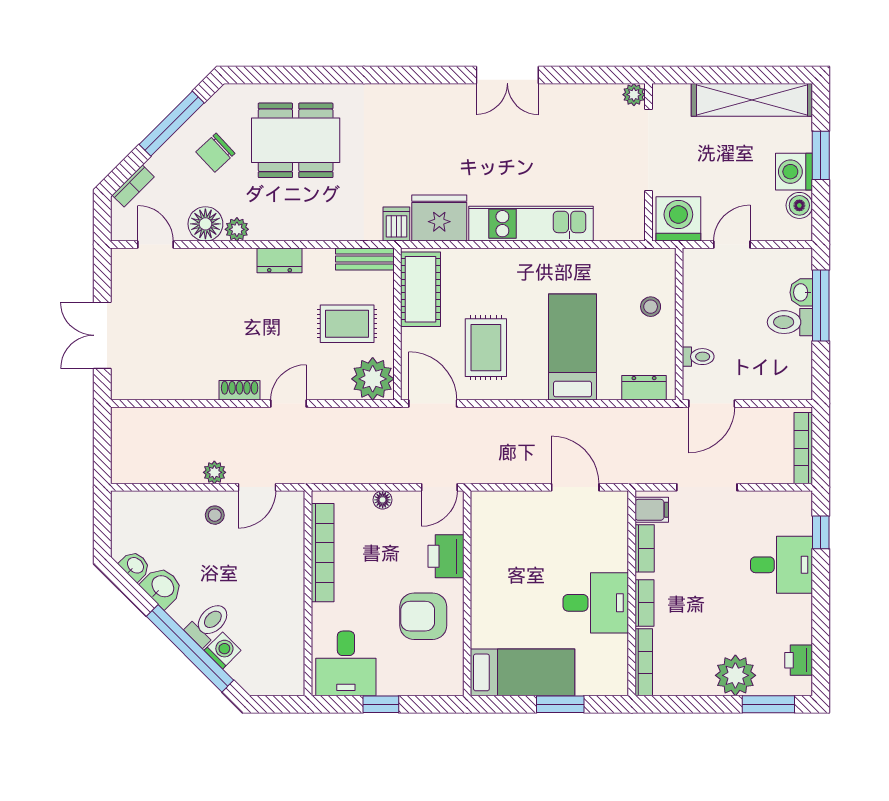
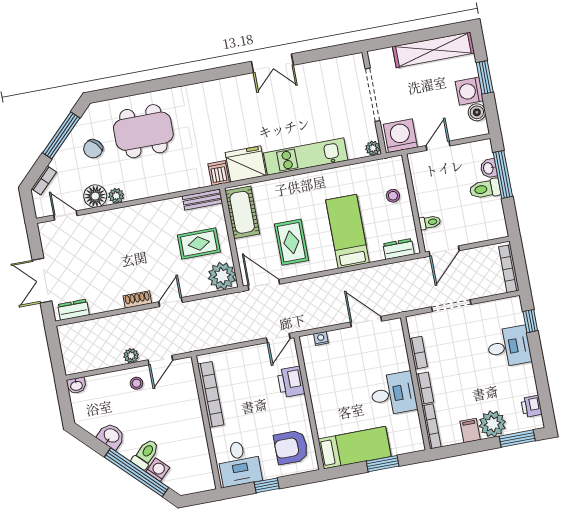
plant: (634, 95) -> (373, 148), moved
dresser: (280, 260) -> (73, 310), moved, turned 180
floor lamp: (383, 500) -> (243, 353), removed
nightstand: (503, 500) -> (321, 338), added
filing cabinet: (652, 510) -> (470, 431), moved, turned -90
washbasin: (135, 566) -> (76, 385), moved, turned 135
armchair: (423, 616) -> (291, 447), moved

